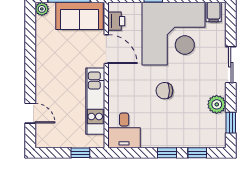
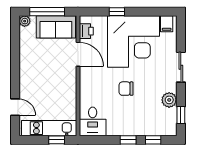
kitchen unit: (95, 101) -> (49, 128), moved, turned 90

